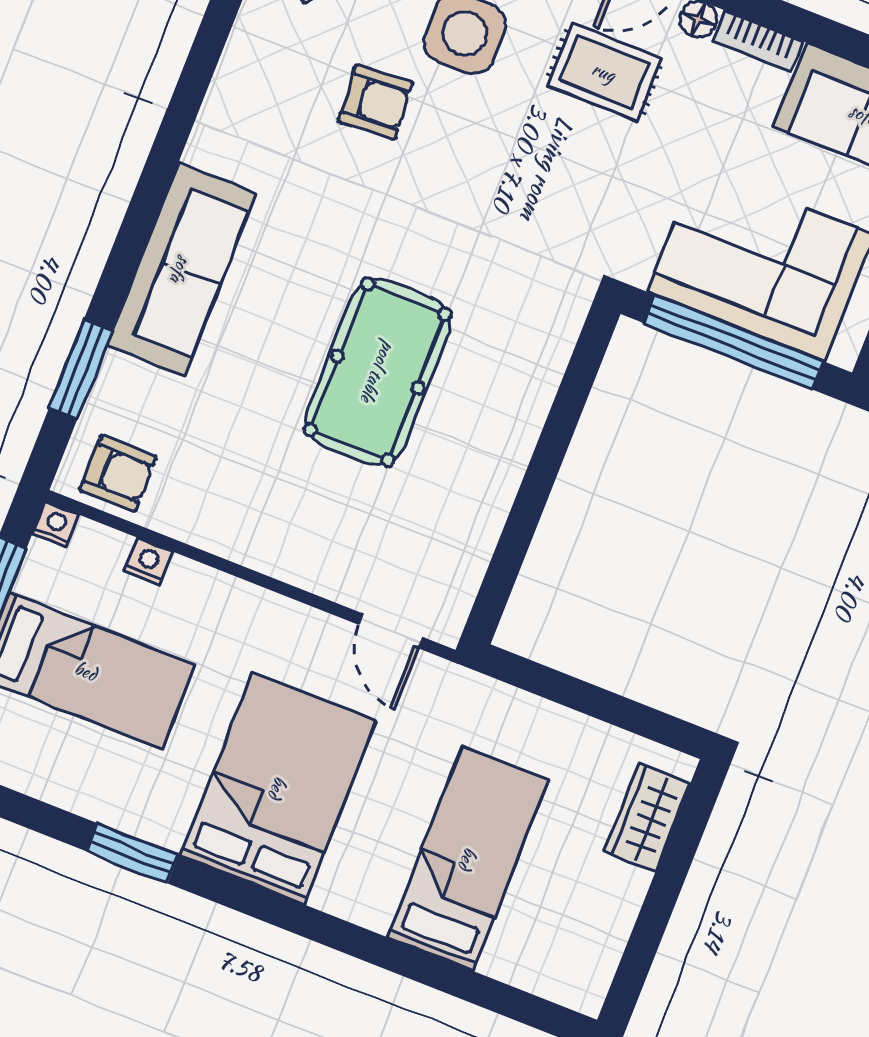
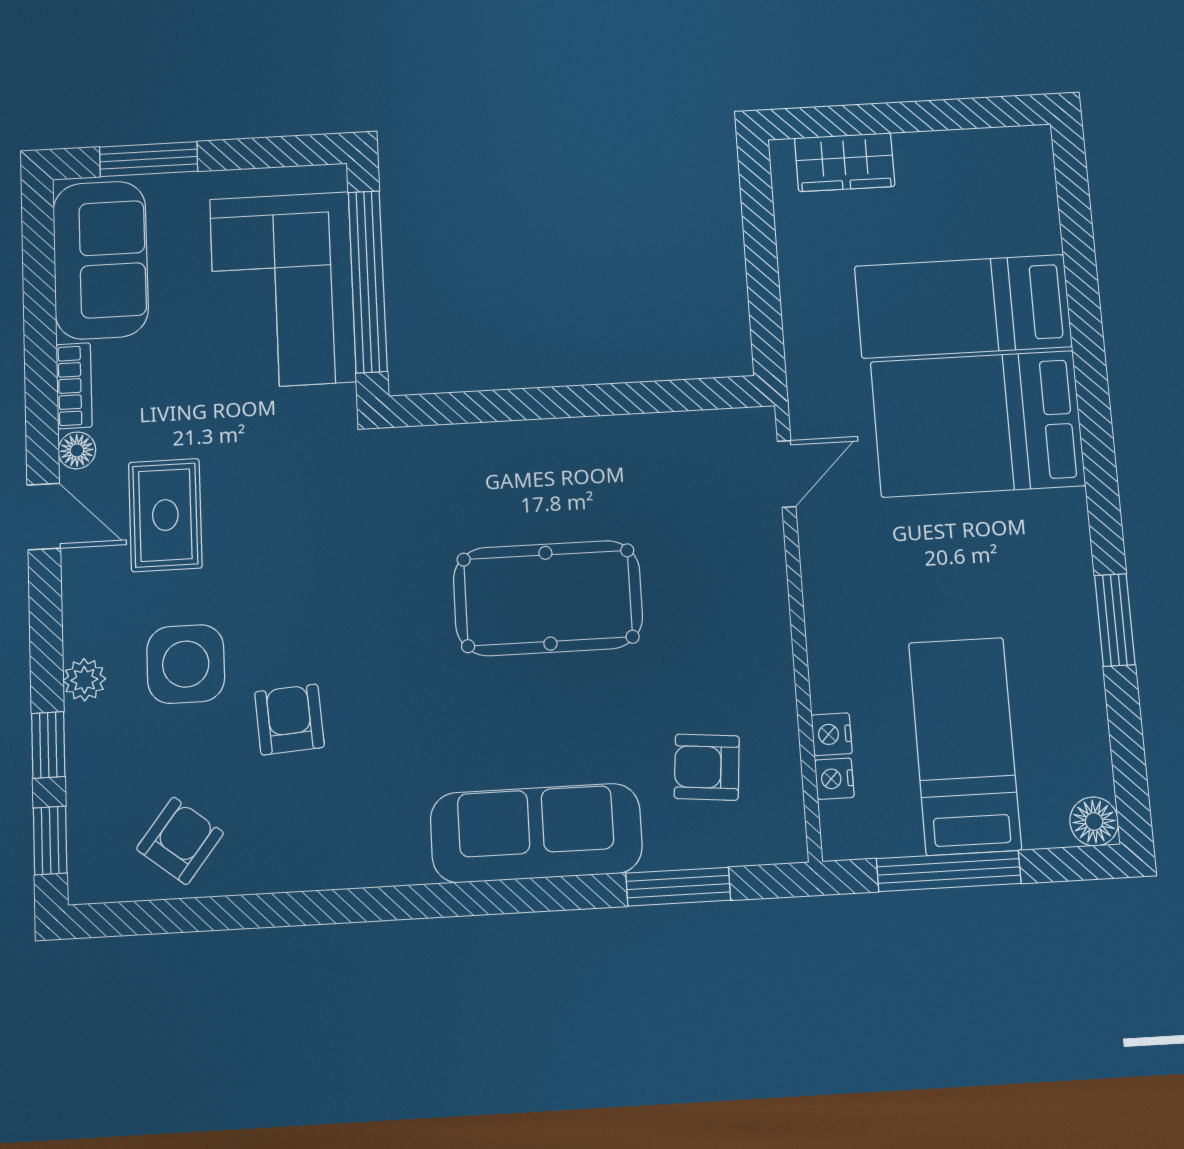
armchair: (118, 473) -> (707, 767), moved, turned -85
nightstand: (56, 524) -> (834, 779), moved
bed: (278, 788) -> (978, 424), moved

